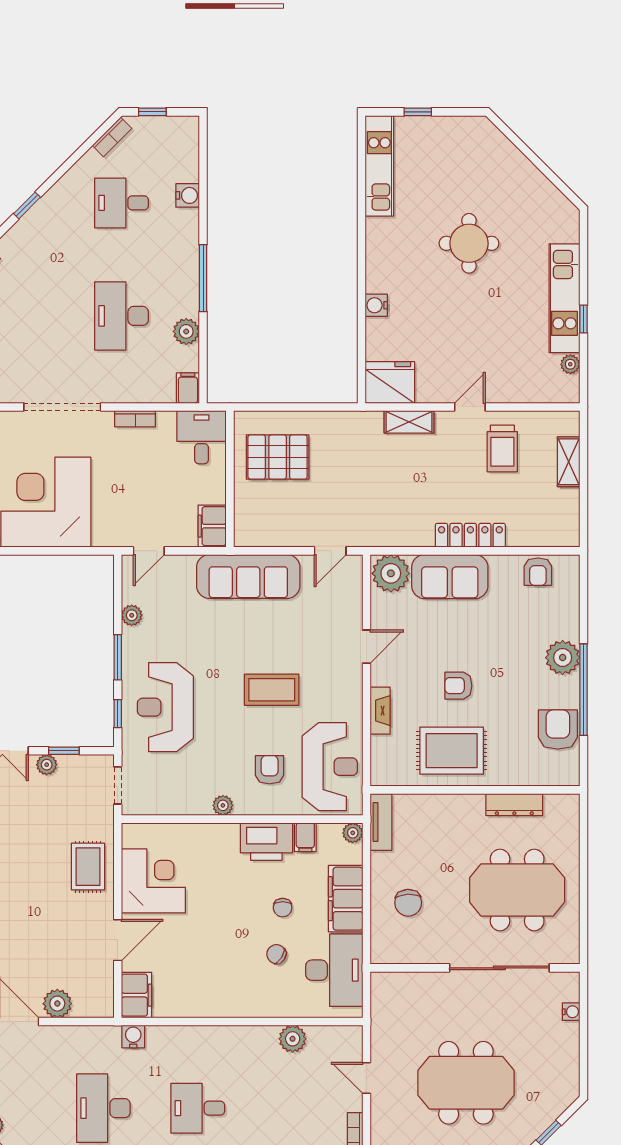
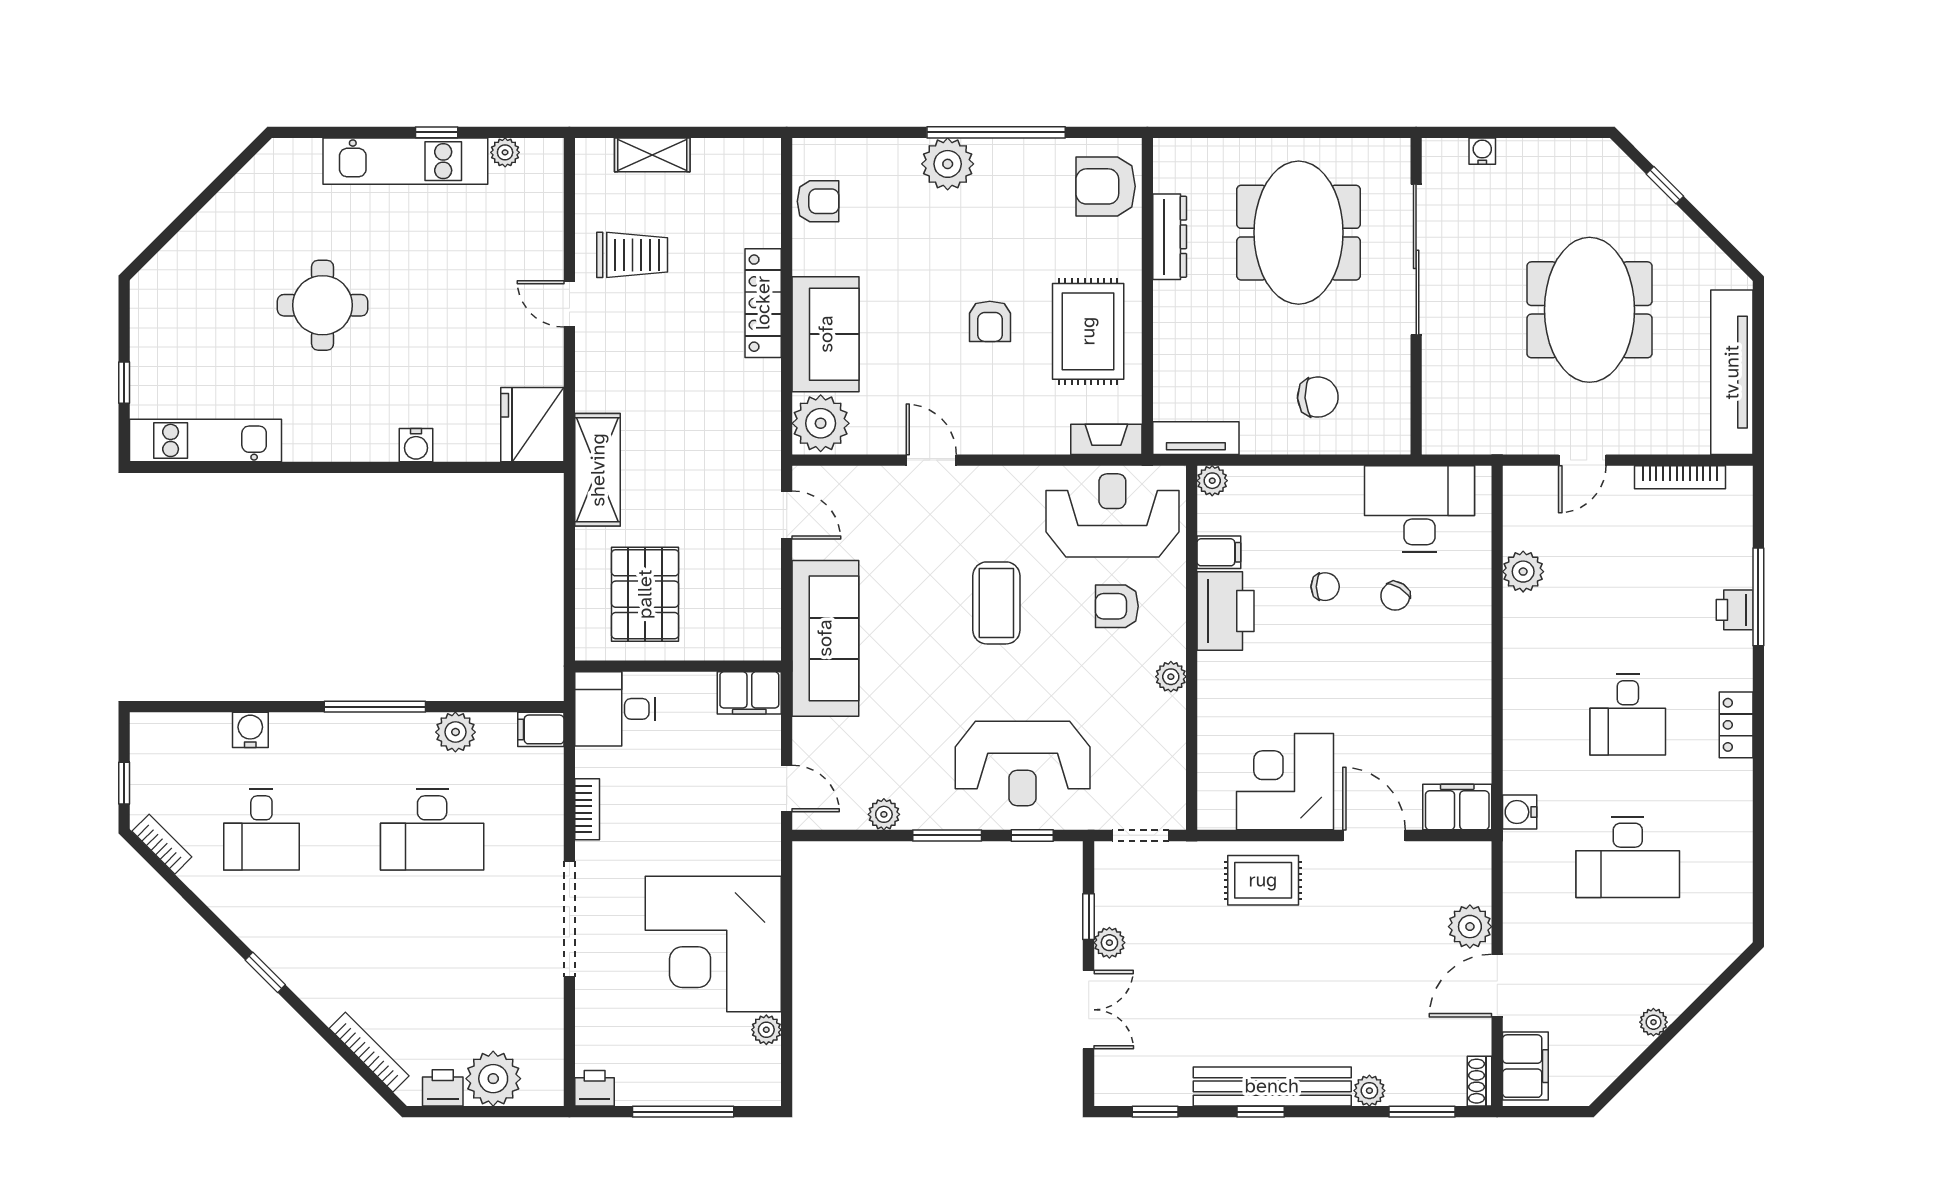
shelving: (409, 422) -> (598, 470), moved, width x1.50, depth x1.33
fireplace: (380, 711) -> (1106, 439), moved
armchair: (558, 730) -> (1106, 186), moved
filing cabinet: (346, 899) -> (1312, 492), removed

